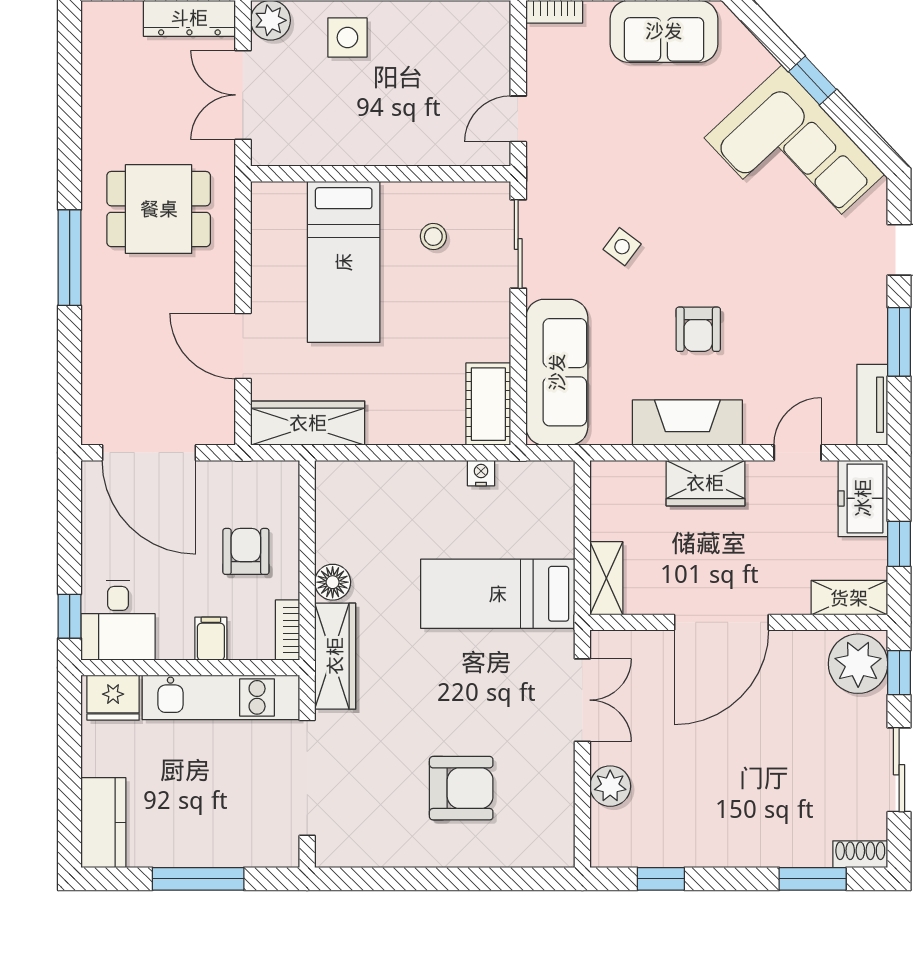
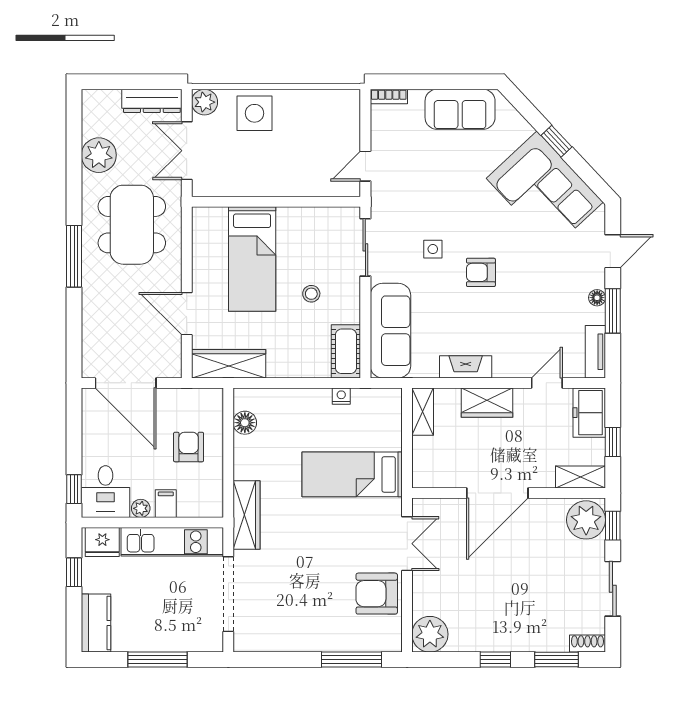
side table: (347, 38) -> (254, 113), width x1.37, depth x1.37
plant: (108, 102) -> (99, 155), added
dining table: (159, 209) -> (132, 225), width x1.38
stool: (433, 237) -> (311, 294), moved
side table: (622, 247) -> (433, 249), turned -37
floor lamp: (875, 322) -> (597, 298), added
armchair: (698, 329) -> (481, 272), moved, turned 90
fireplace: (687, 423) -> (466, 367), width x0.73, depth x0.76
shelving: (606, 578) -> (423, 412), moved
floor lamp: (333, 582) -> (245, 423), moved
bookcase: (288, 630) -> (216, 498), removed
plant: (172, 646) -> (141, 508), added
window: (70, 744) -> (74, 572), added
plant: (610, 786) -> (430, 634), moved, width x1.36, depth x1.36
armchair: (461, 788) -> (377, 594), moved, turned 180
window: (497, 879) -> (351, 660), added
window: (661, 879) -> (495, 660), moved

